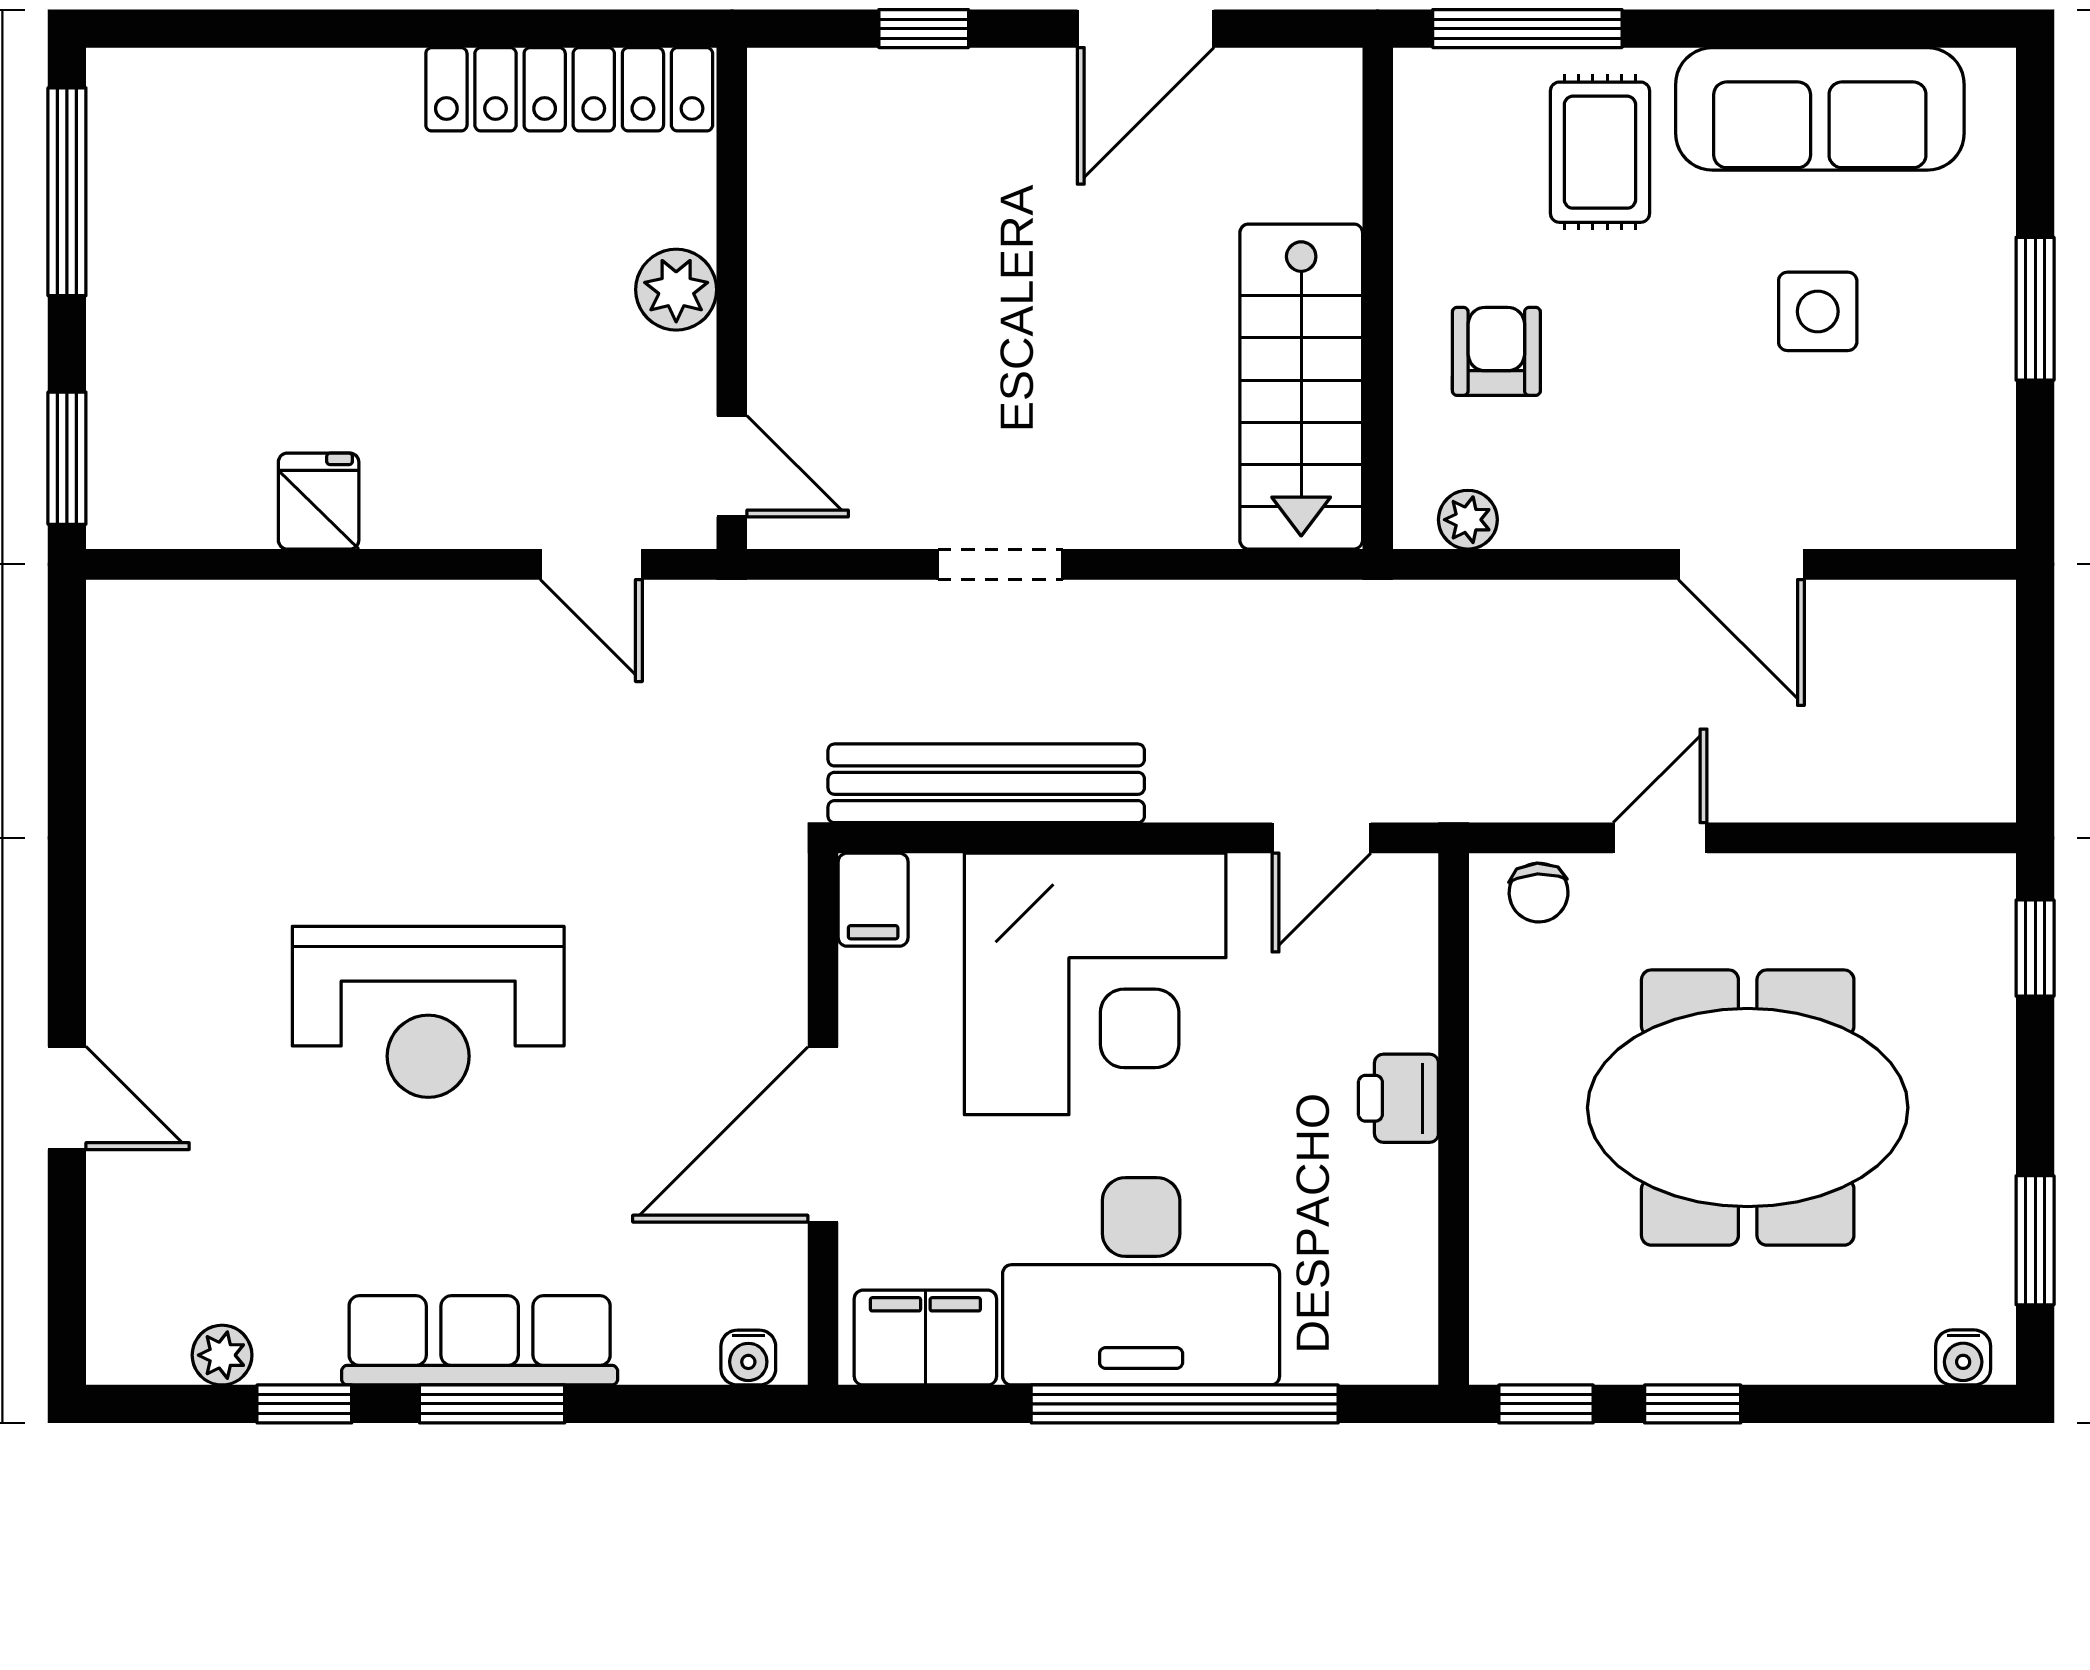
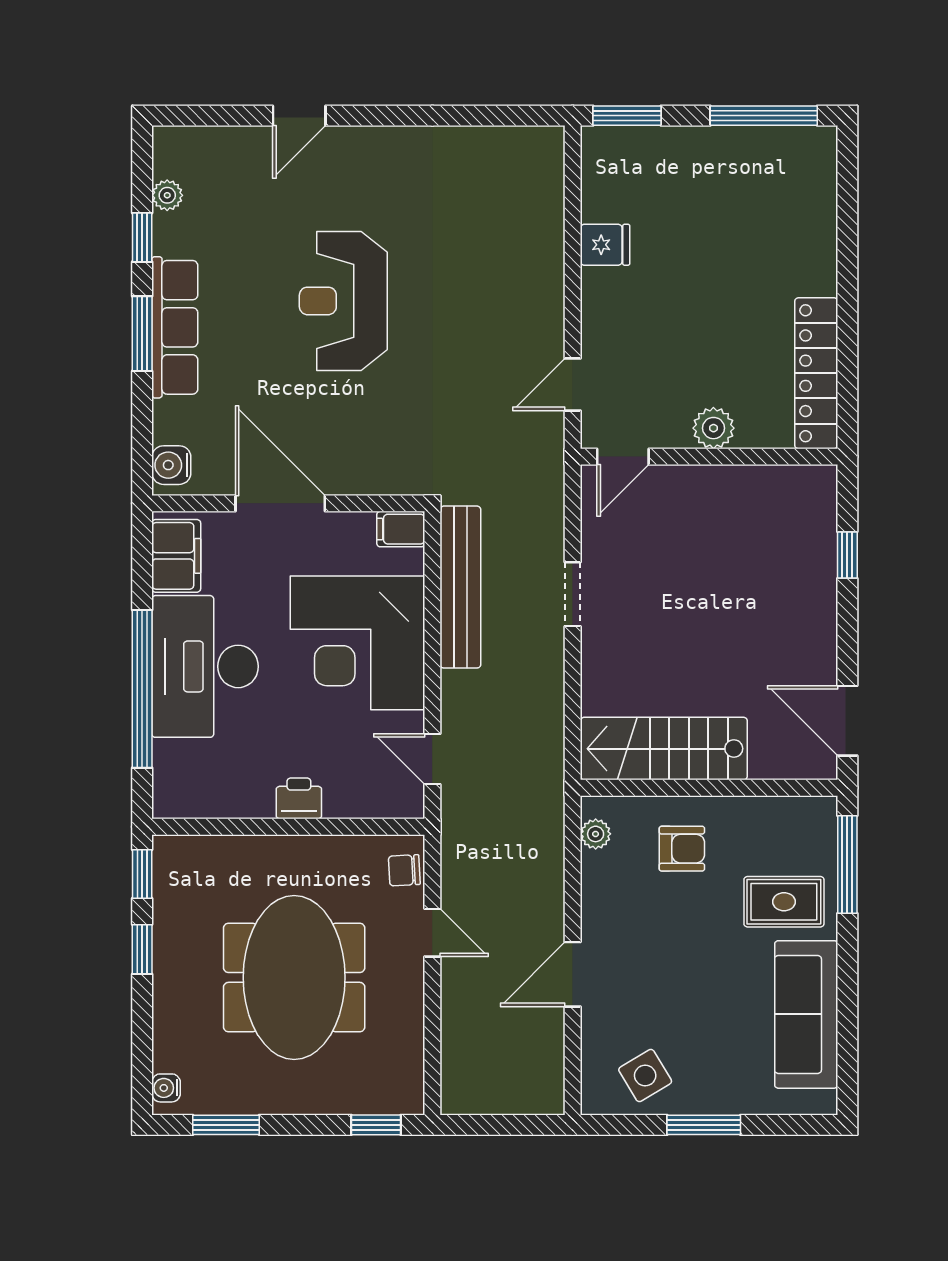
door: (1146, 29) -> (847, 721), moved
side table: (1818, 311) -> (645, 1076), moved, turned -31
water cooler: (748, 1358) -> (171, 465), width x1.38, depth x1.38

